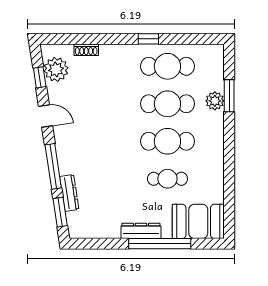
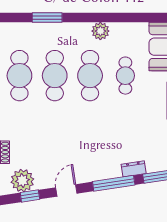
plant: (215, 101) -> (100, 31), moved
dresser: (69, 193) -> (134, 169), width x0.70

